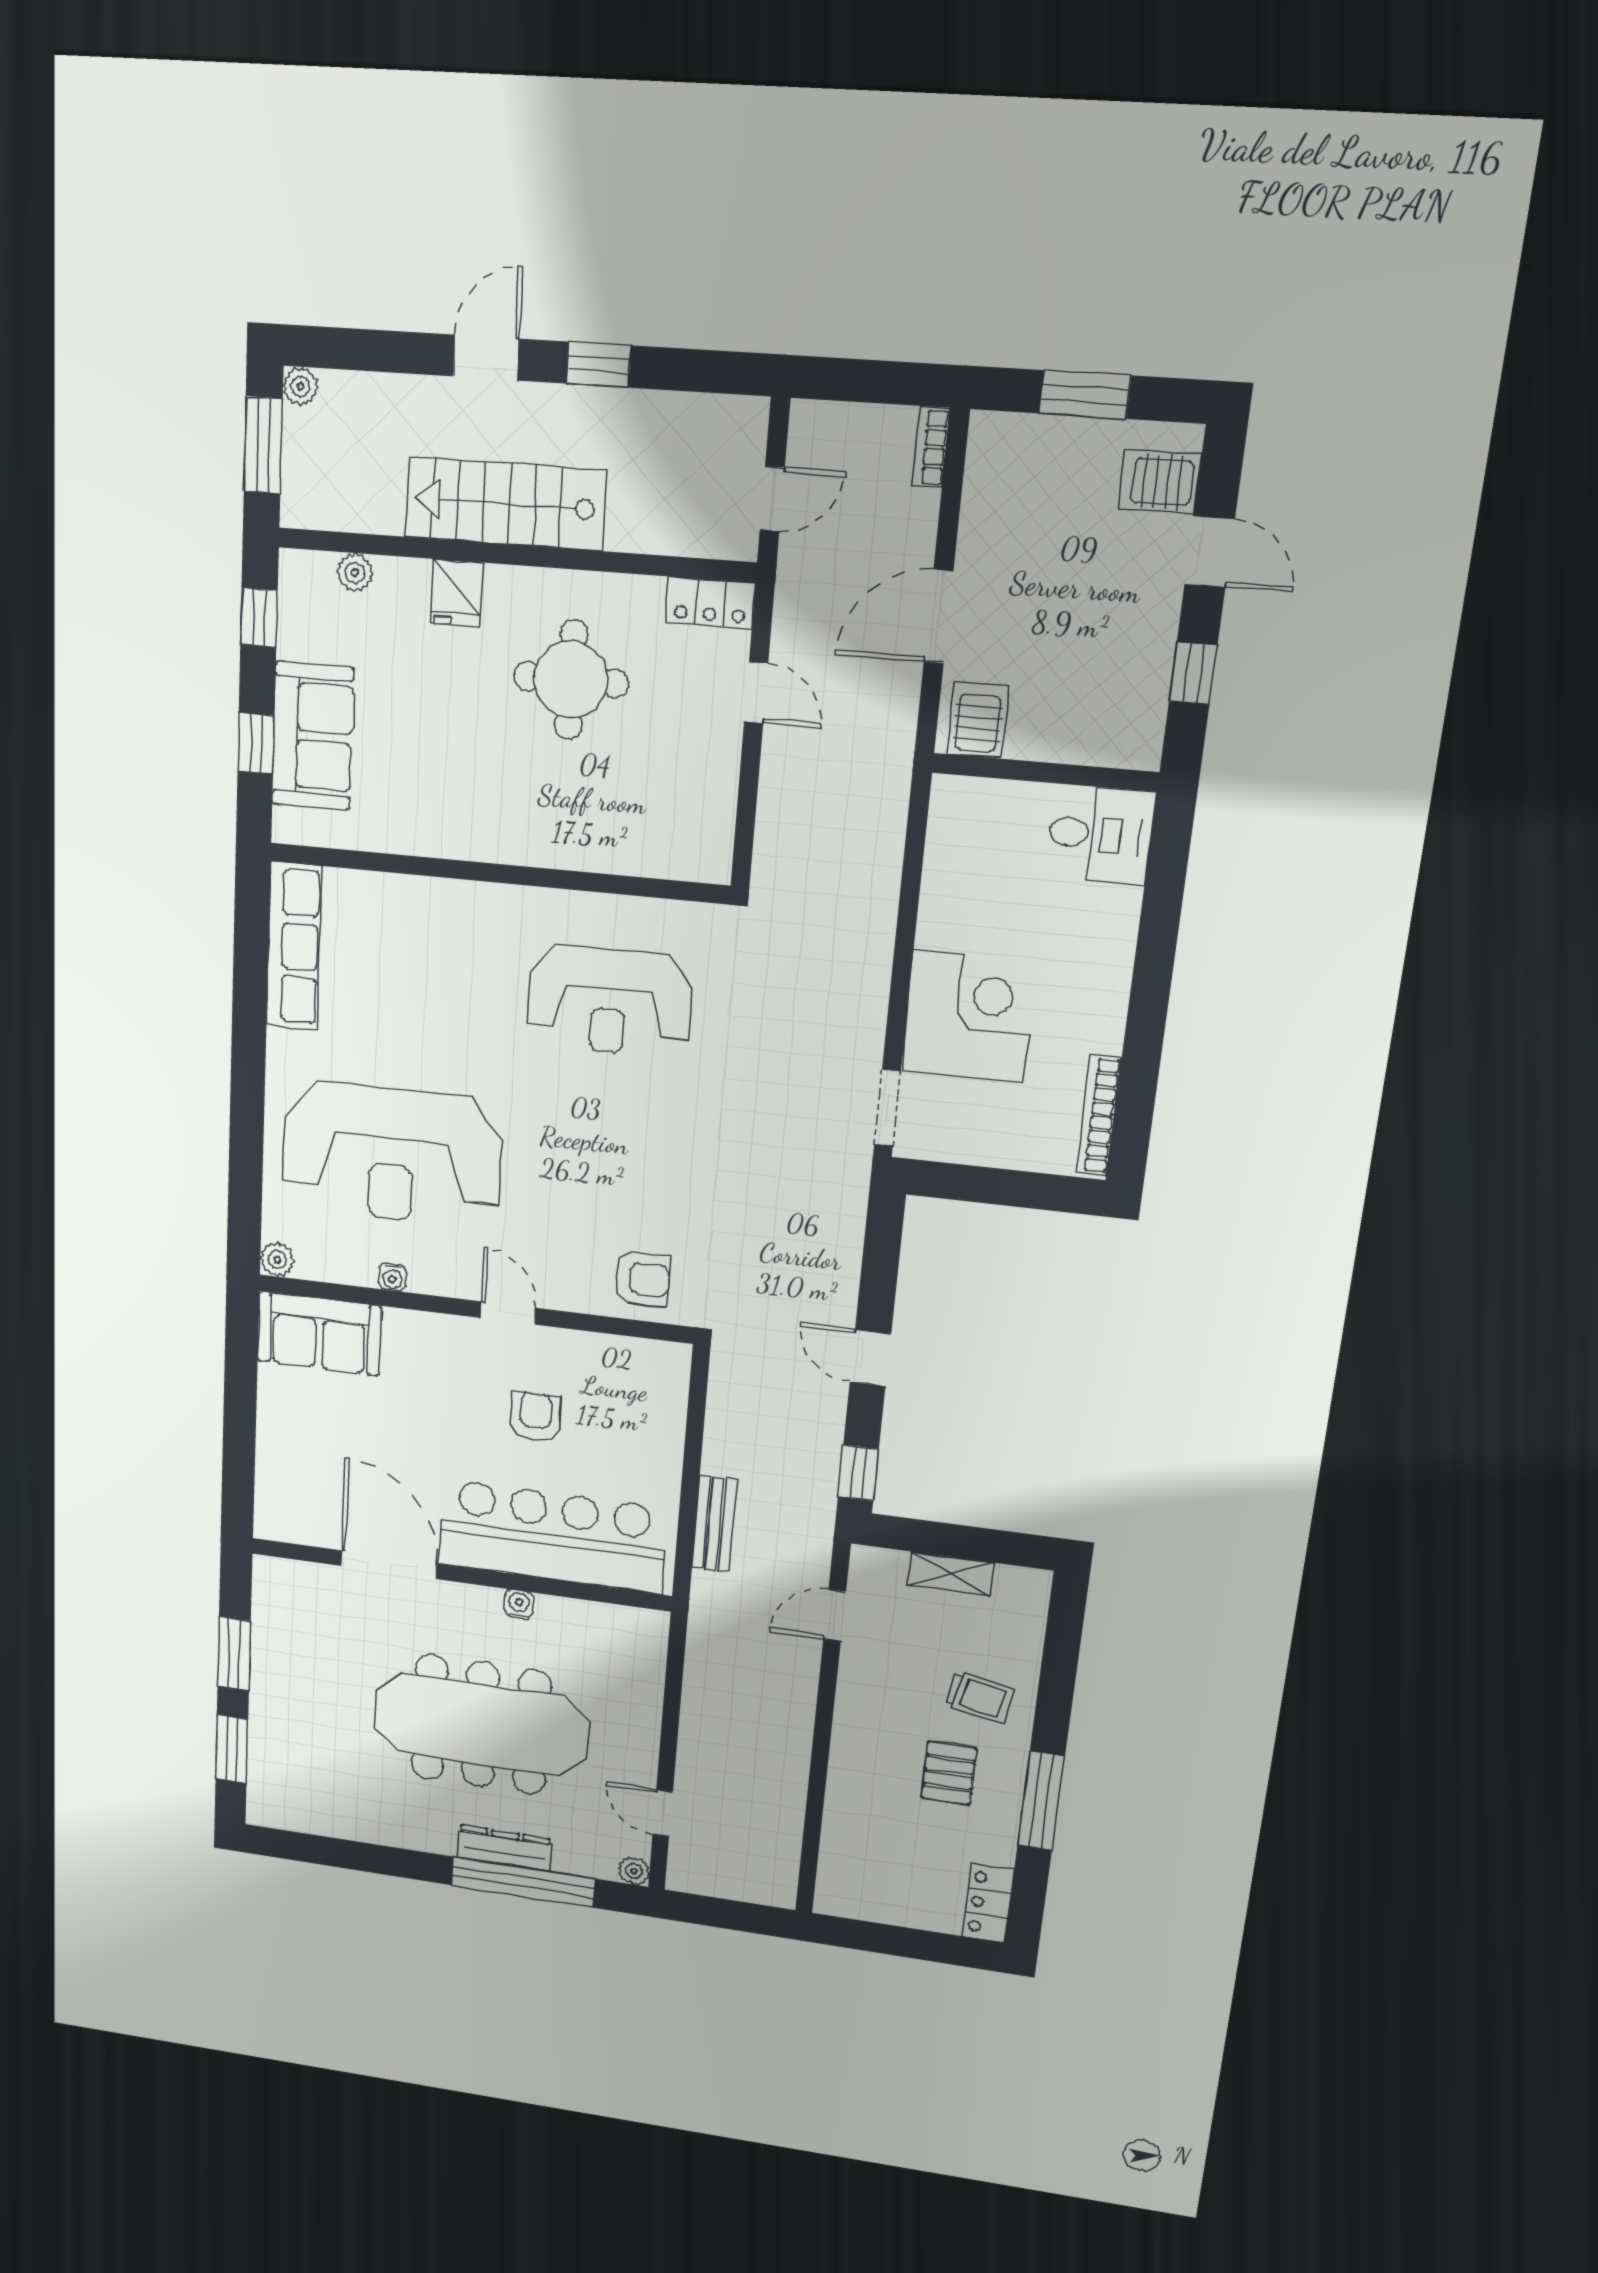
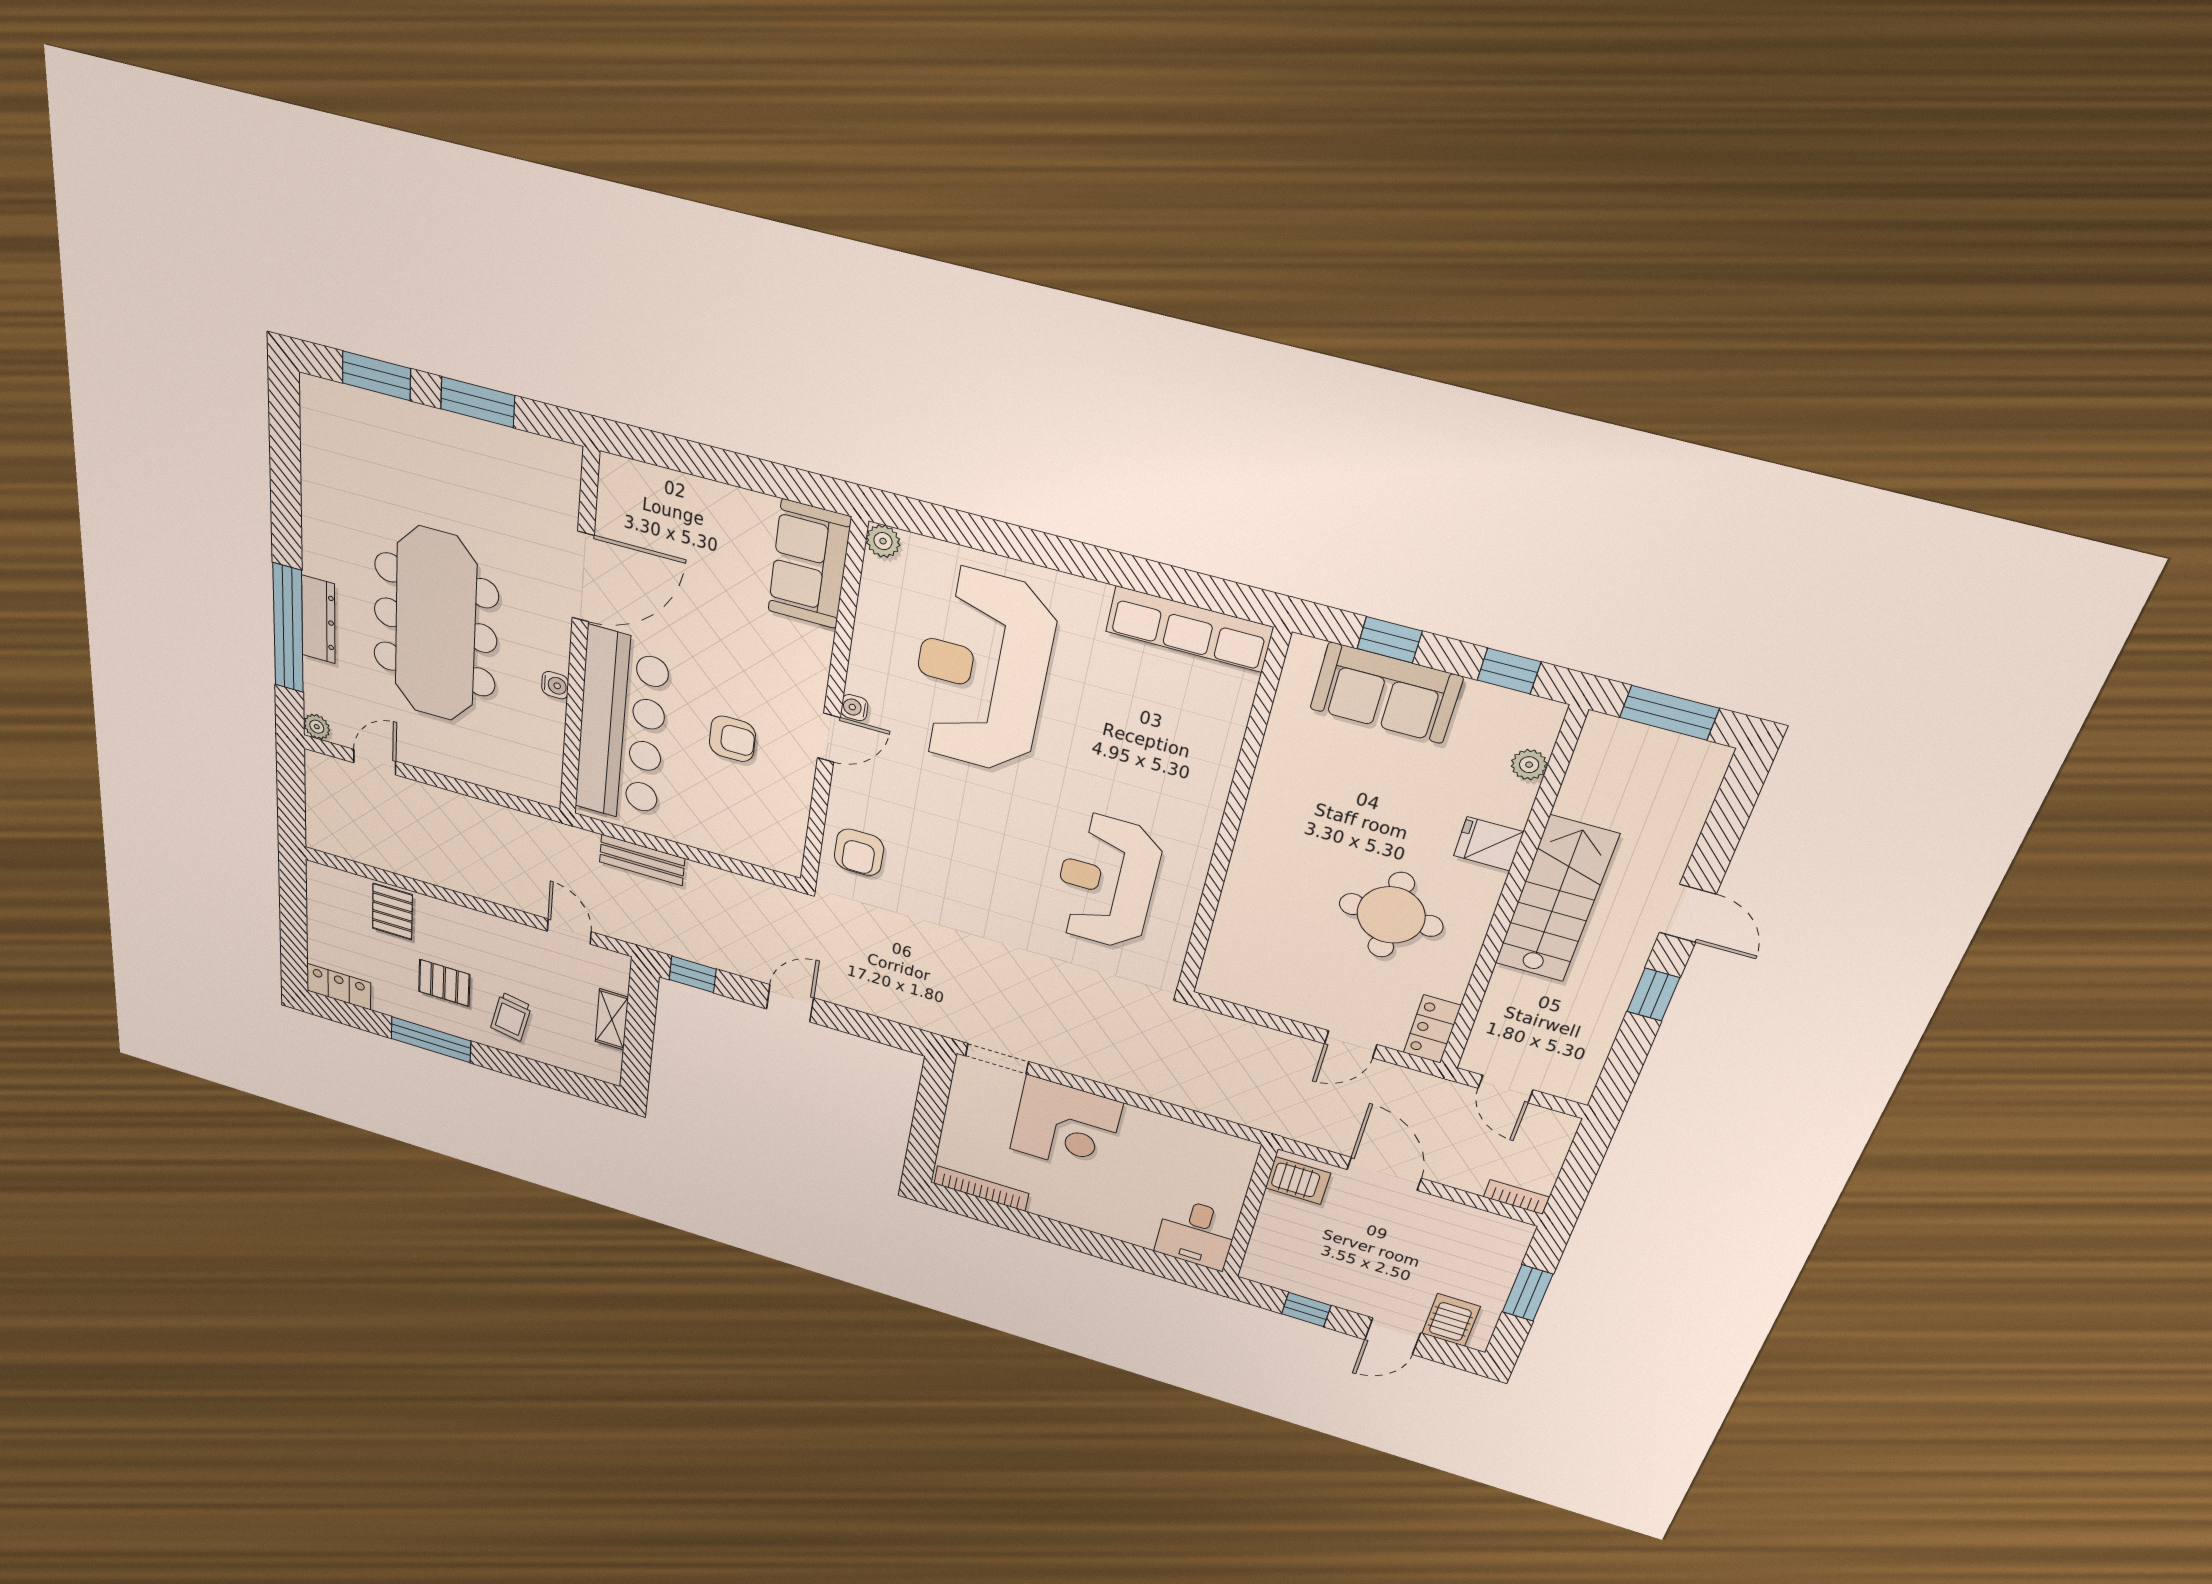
plant: (300, 386) -> (1713, 758), removed
water cooler: (392, 1277) -> (854, 708), moved
pallet: (860, 1822) -> (392, 912), added

